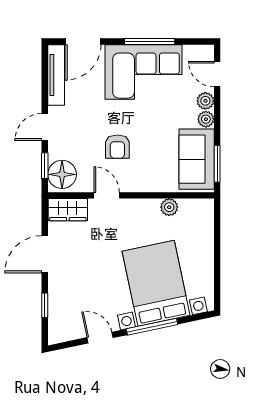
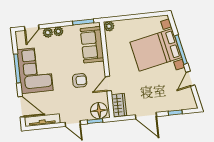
sofa: (197, 159) -> (92, 45), moved, turned 90
plant: (169, 207) -> (109, 26), moved

